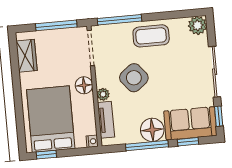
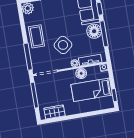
floor lamp: (84, 85) -> (81, 73), moved
bed: (51, 119) -> (92, 90), width x0.67

